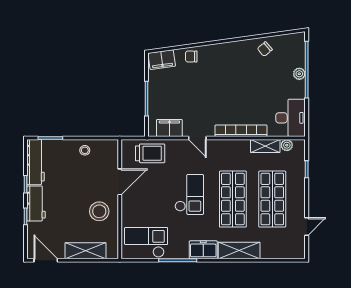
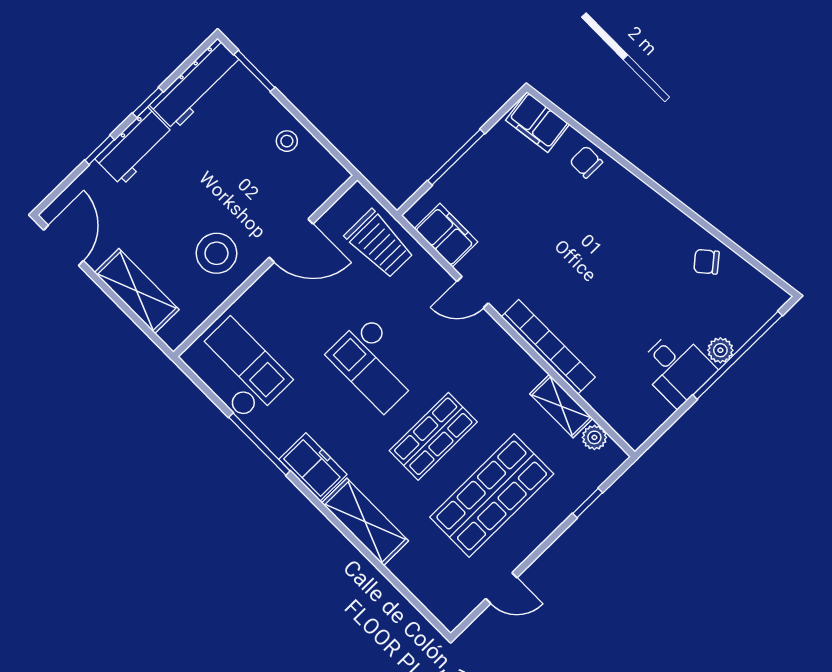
desk: (291, 118) -> (676, 368), moved, width x0.73
door: (197, 138) -> (473, 292), hinge flipped
checkout: (189, 194) -> (375, 364), turned 90
shop shelf: (233, 199) -> (433, 436), width x0.70, depth x0.74

